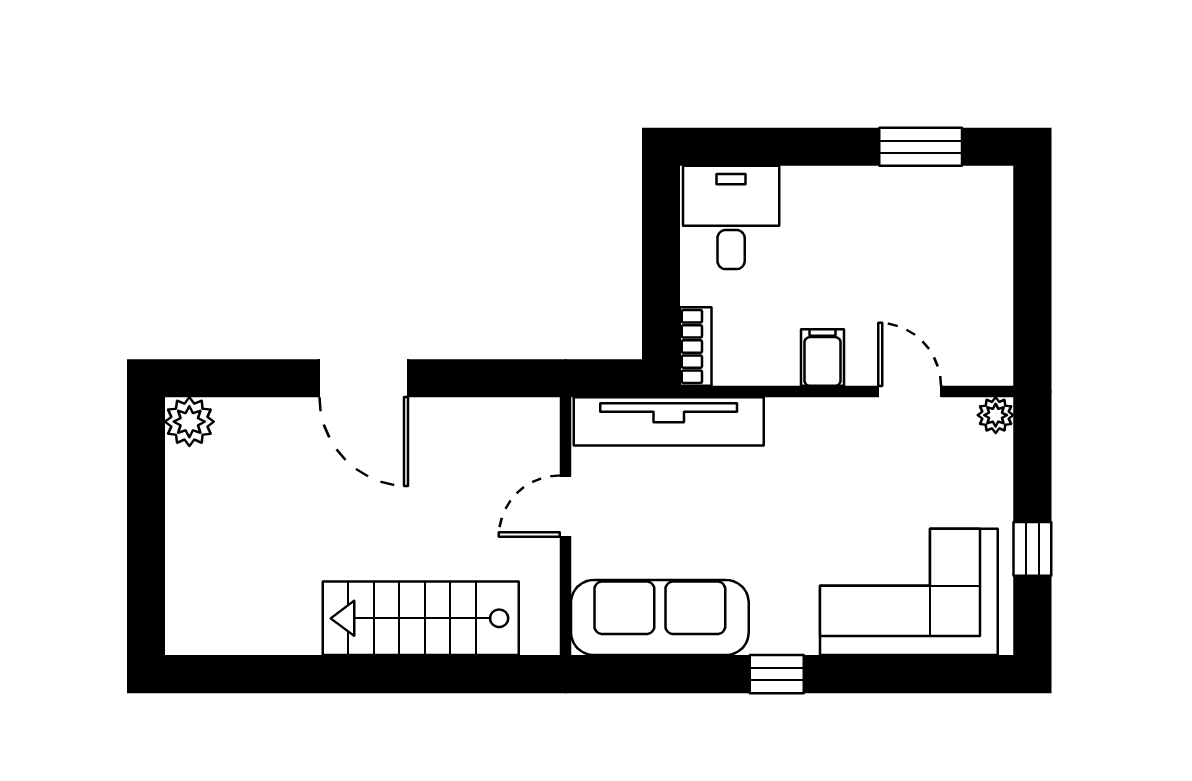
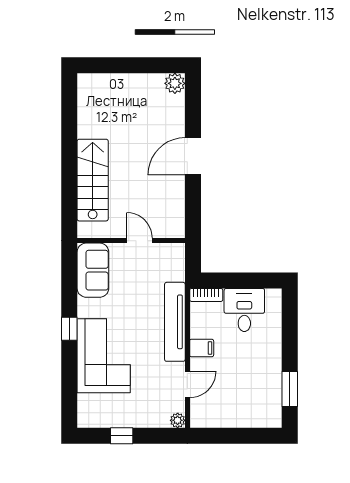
desk: (731, 217) -> (244, 310), moved, turned -90
tv unit: (669, 421) -> (175, 322), moved
corner sofa: (909, 592) -> (104, 356), moved
sofa: (660, 618) -> (93, 270), width x0.73

